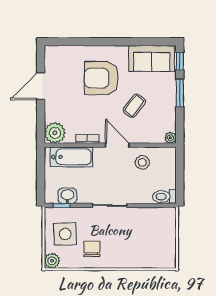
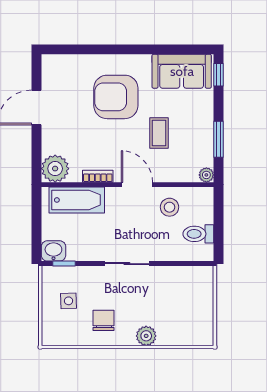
window: (180, 93) -> (219, 139), moved
coffee table: (134, 106) -> (159, 133), turned -38
washbasin: (67, 196) -> (53, 251), moved
toilet: (164, 197) -> (198, 234), moved
side table: (65, 234) -> (68, 301), width x0.54, depth x0.54
plant: (52, 261) -> (146, 336), moved

